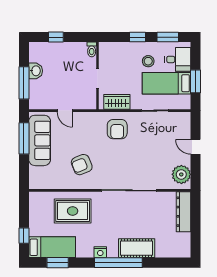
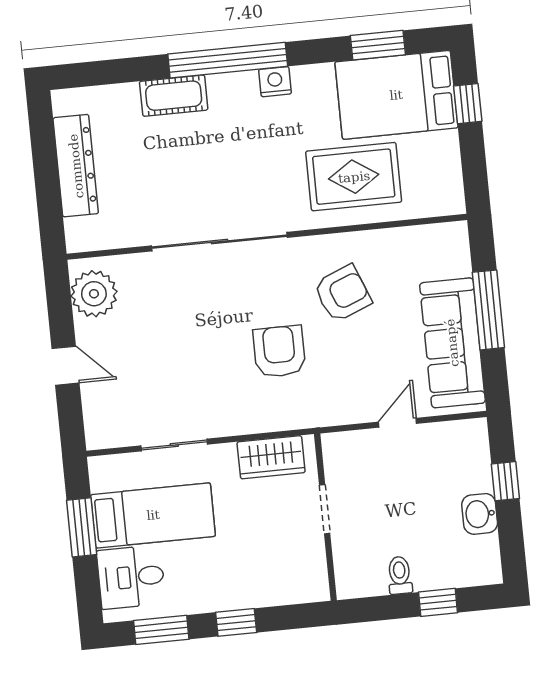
toilet: (92, 49) -> (400, 575), moved
stool: (148, 61) -> (204, 565), removed
window: (24, 83) -> (505, 481), width x0.46
door: (65, 111) -> (398, 423), hinge flipped
armchair: (117, 129) -> (279, 351), moved
window: (24, 138) -> (488, 310), moved
dresser: (183, 212) -> (76, 166), moved
bed: (52, 247) -> (396, 95), width x1.50
cot: (137, 248) -> (174, 96), width x0.73, depth x0.75

